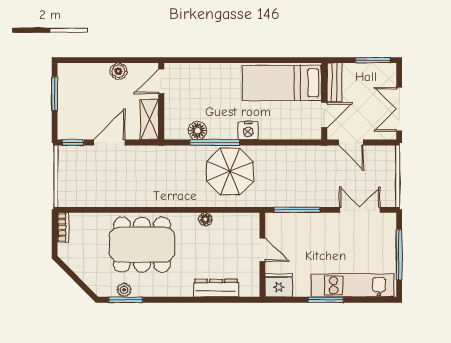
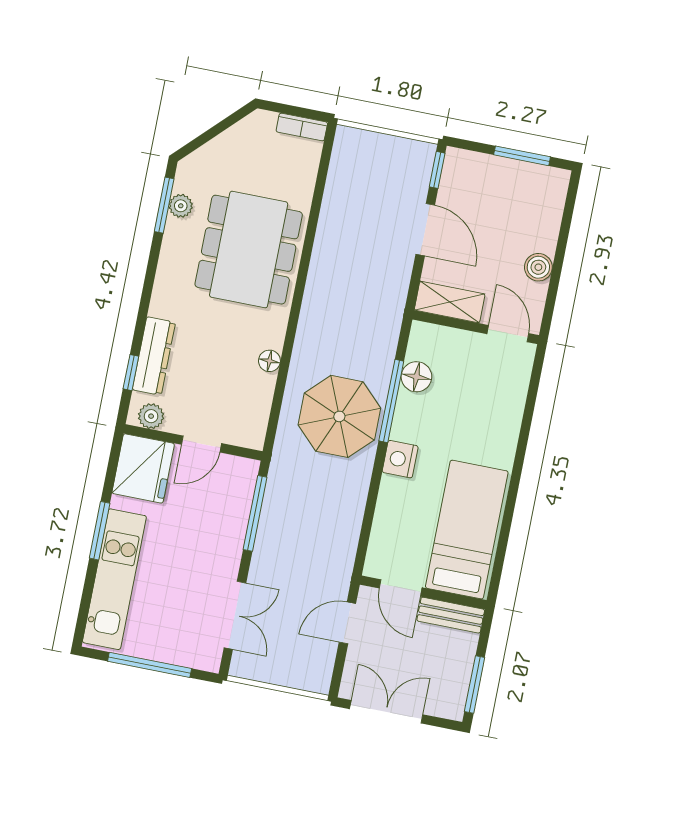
plant: (252, 283) -> (151, 416), added
fridge: (279, 285) -> (143, 468), width x1.36, depth x1.34
window: (228, 300) -> (131, 373), added

